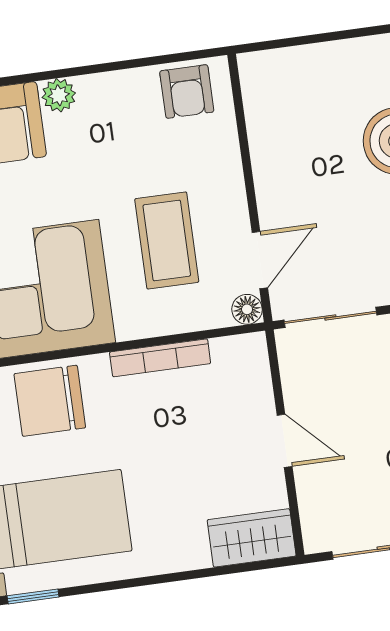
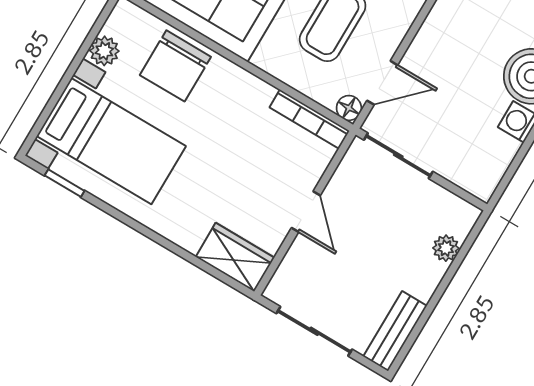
bookcase: (160, 358) -> (310, 119), moved
chair: (50, 401) -> (175, 66), turned -90

